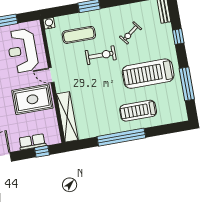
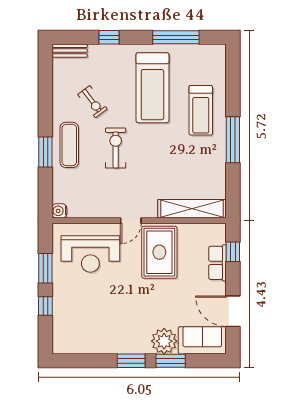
exercise mat: (79, 35) -> (69, 145), moved
window: (121, 137) -> (233, 140), width x0.68

